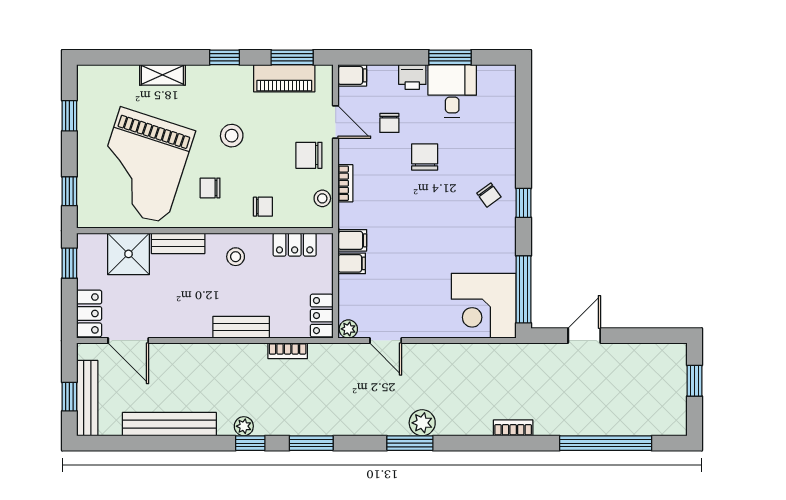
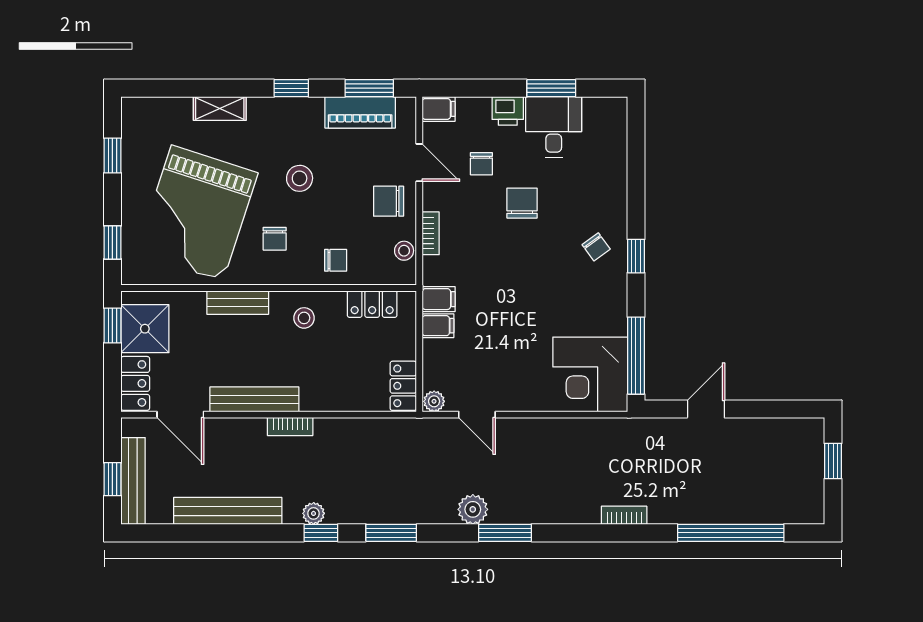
chair: (210, 188) -> (275, 239), turned -90
shower: (129, 254) -> (145, 329), moved
bench: (241, 327) -> (254, 399), moved, width x1.36
bookcase: (288, 351) -> (290, 427), moved
plant: (422, 423) -> (473, 509), moved

